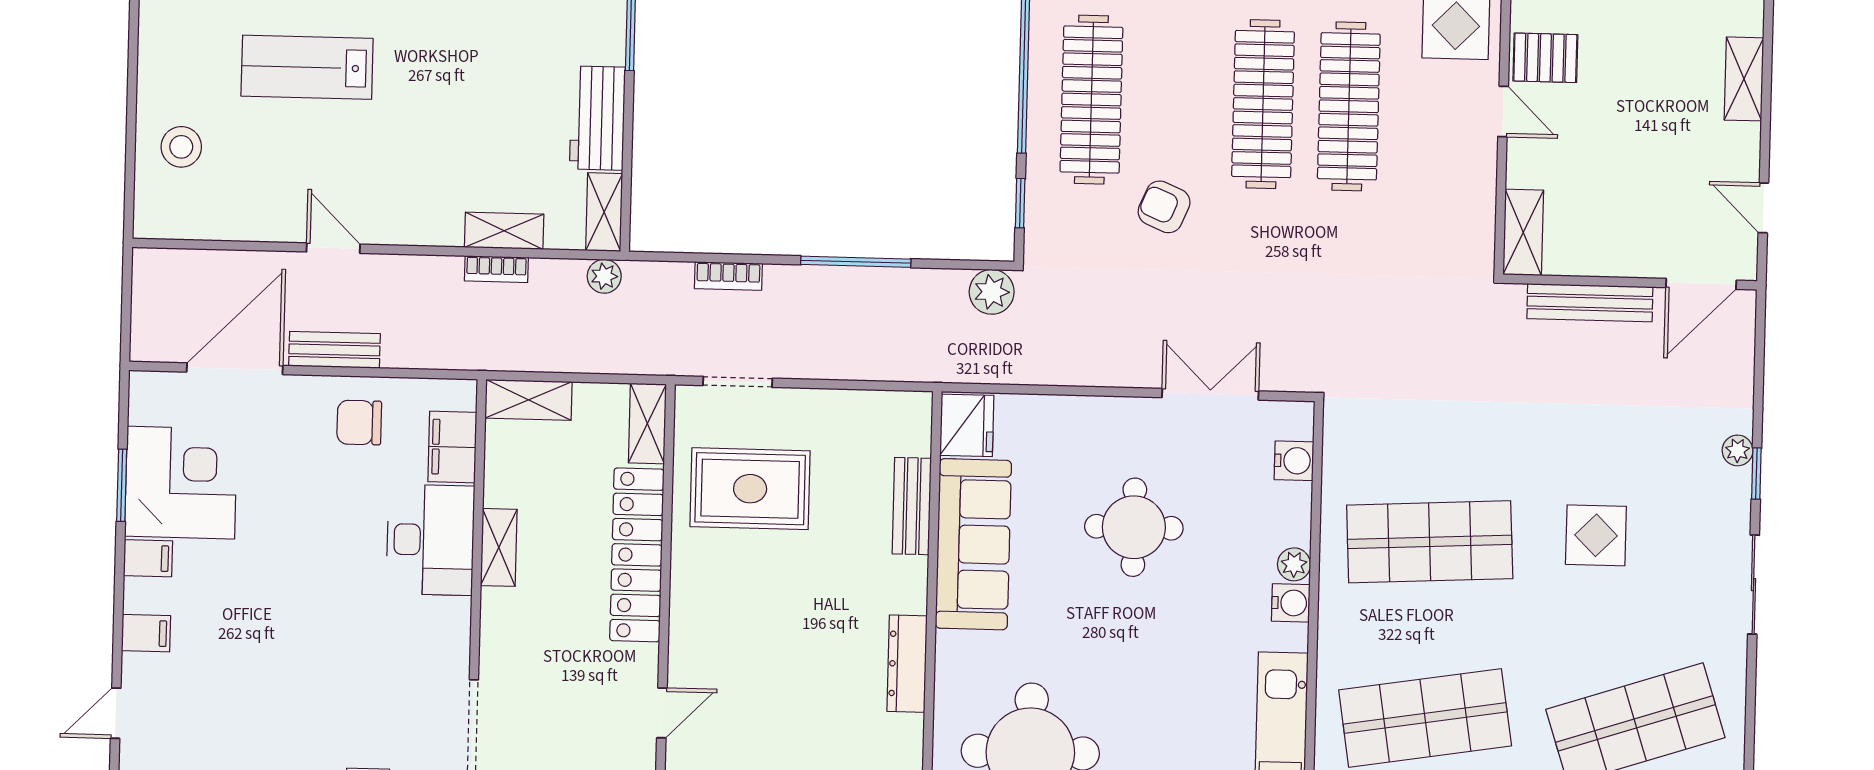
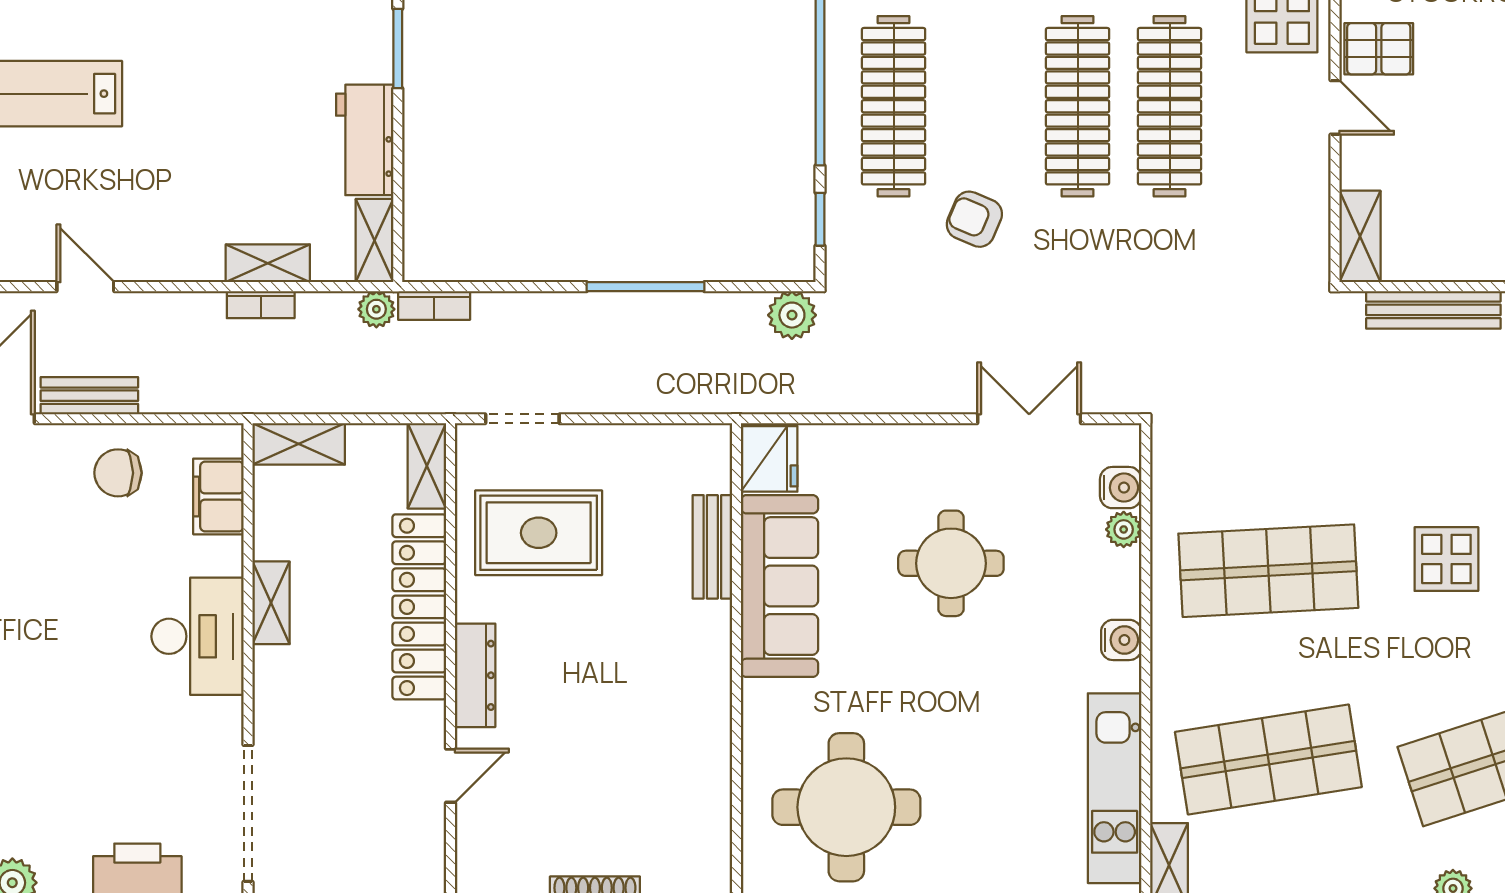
bookcase: (728, 276) -> (434, 305), moved
desk: (430, 540) -> (198, 636), moved
plant: (1294, 564) -> (1124, 529), moved
dresser: (907, 664) -> (475, 675), moved, turned 180

